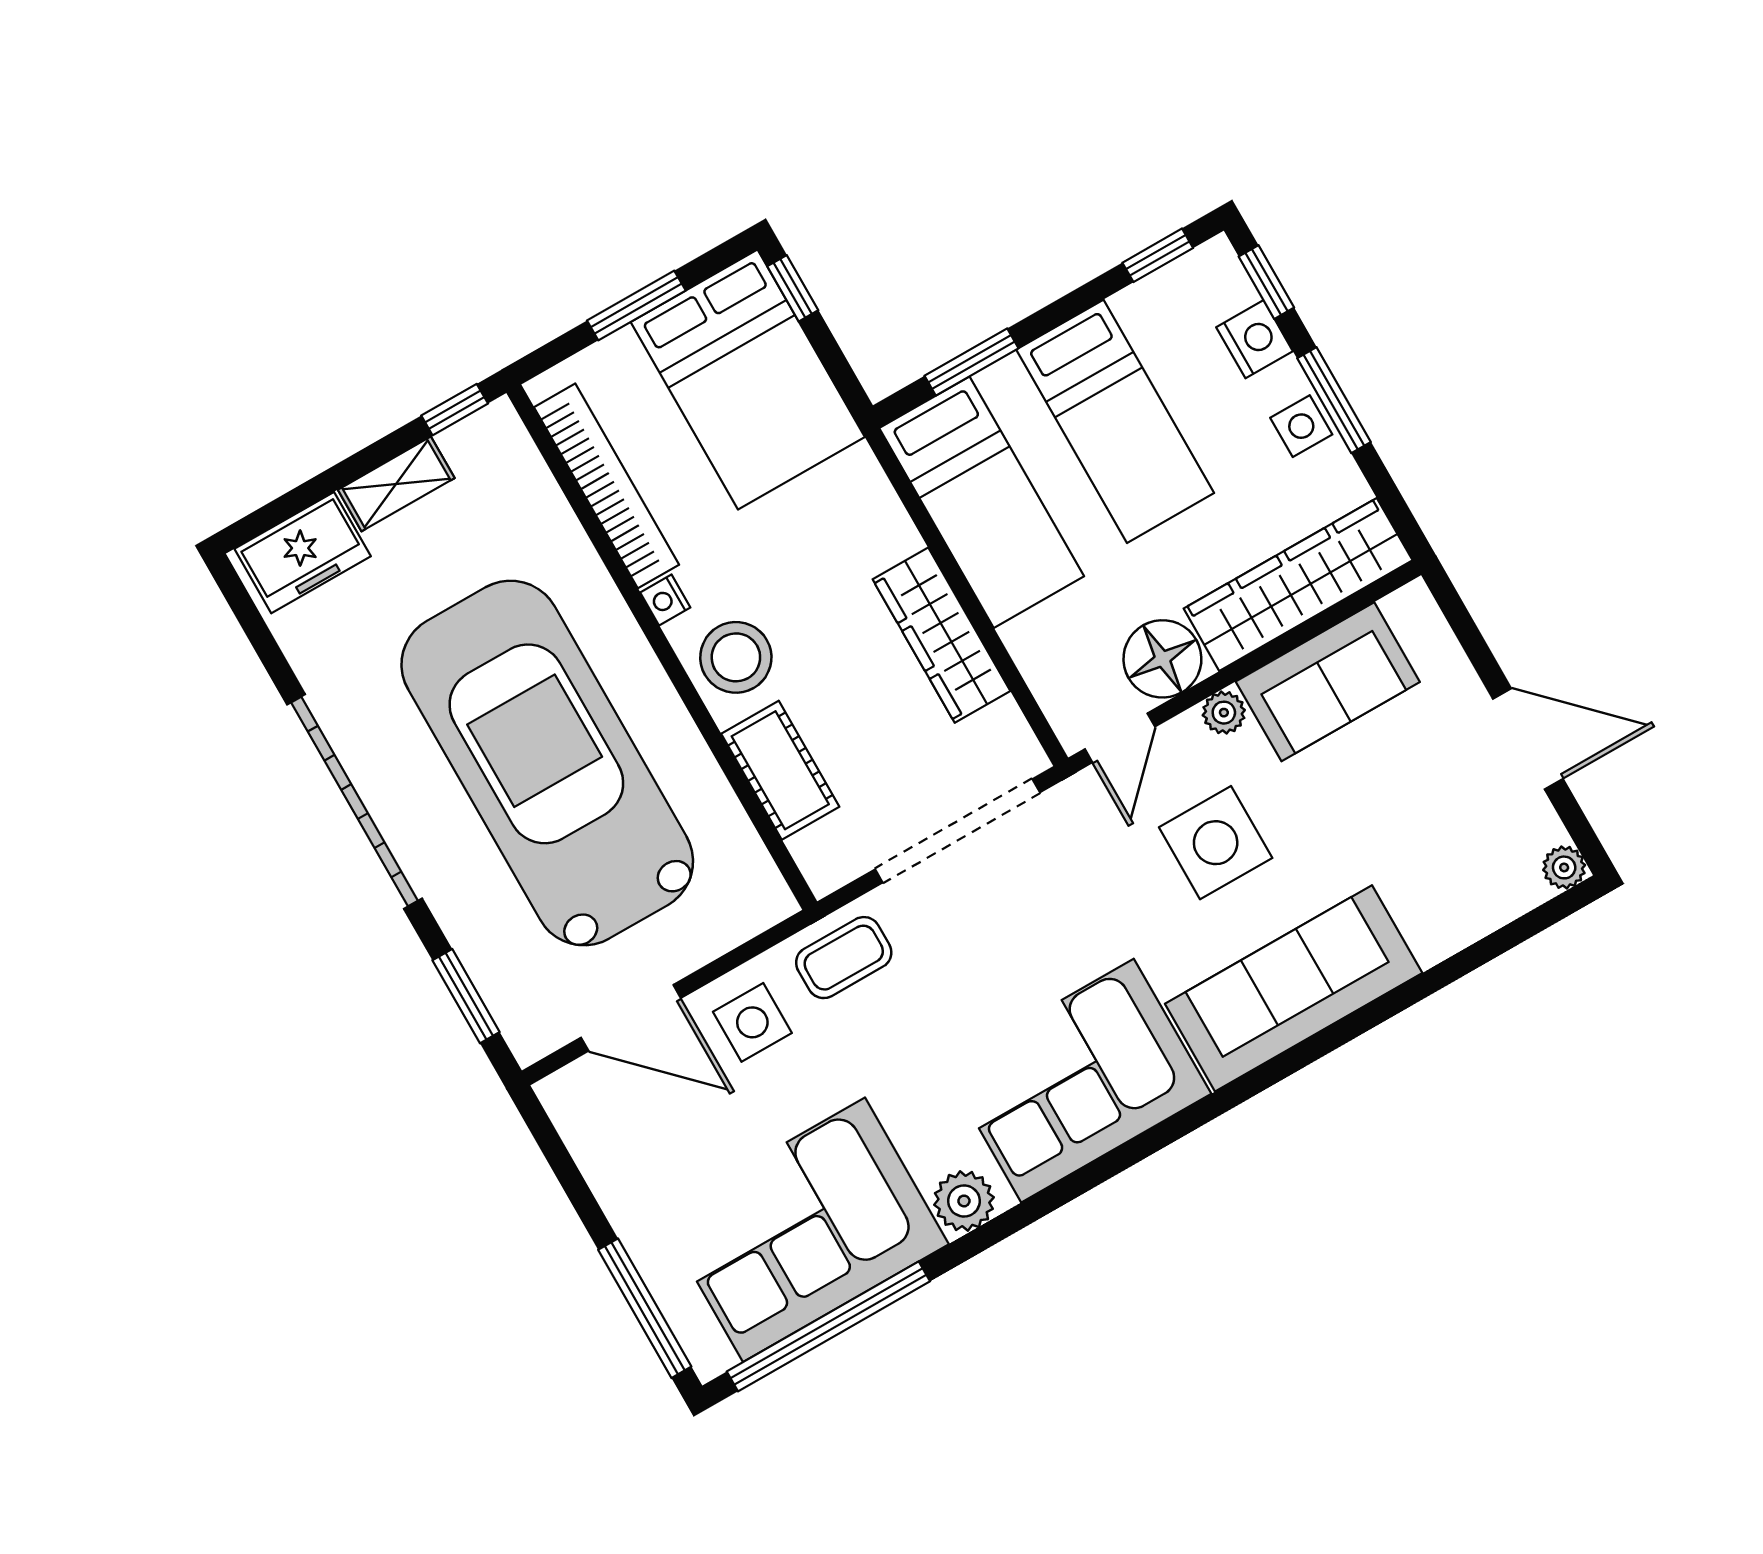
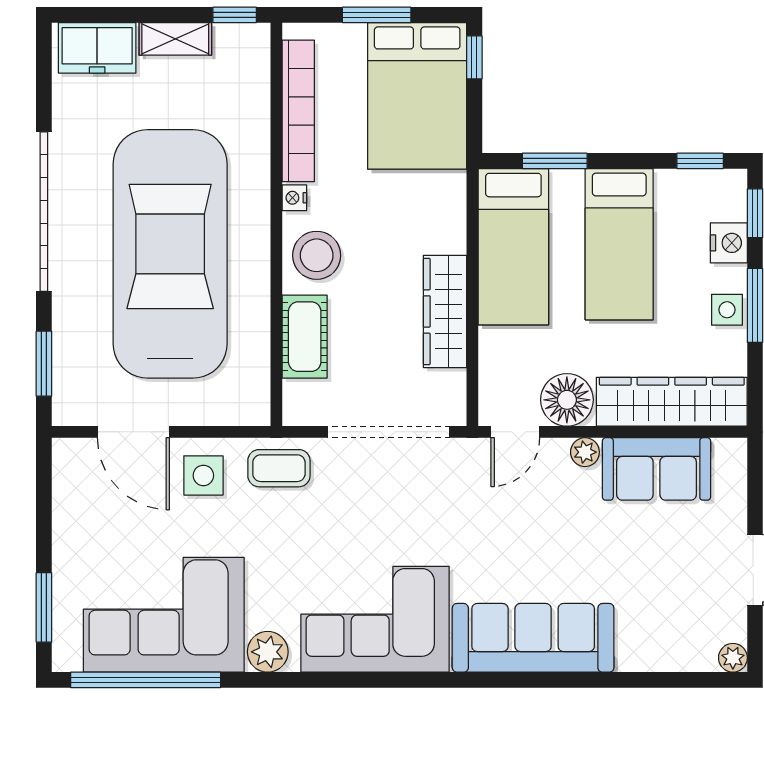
side table: (1216, 843) -> (536, 526), removed
window: (645, 1308) -> (44, 607), width x0.69

